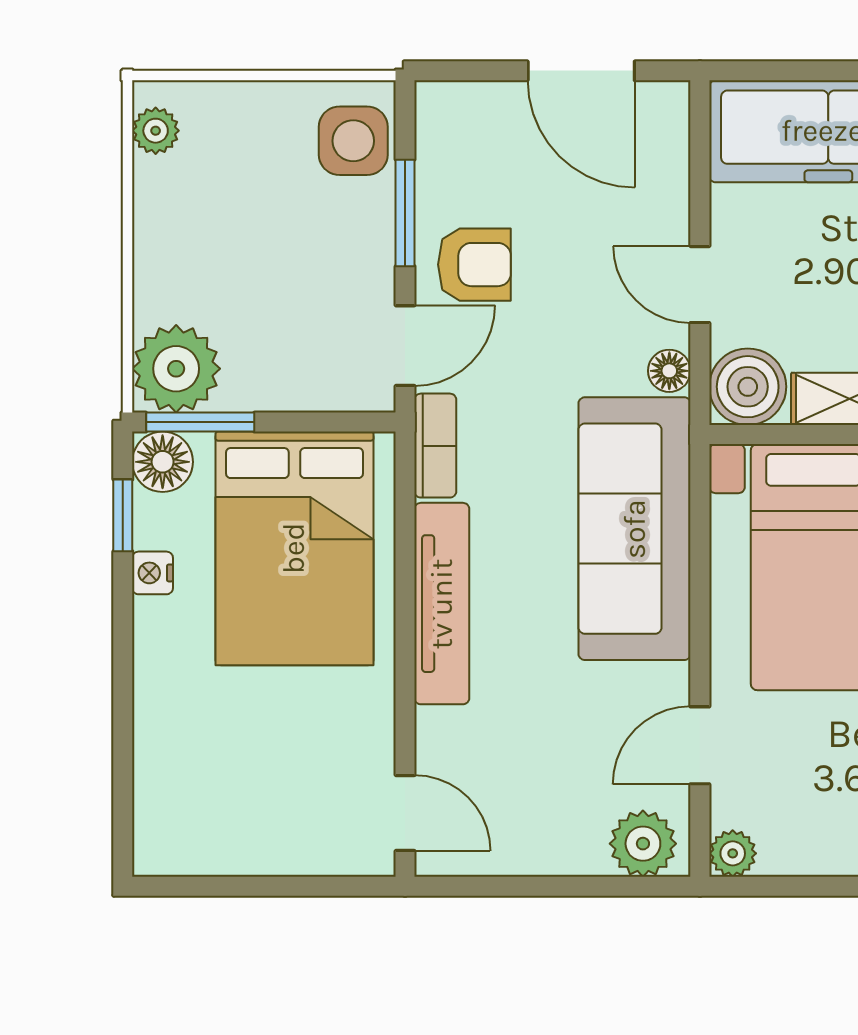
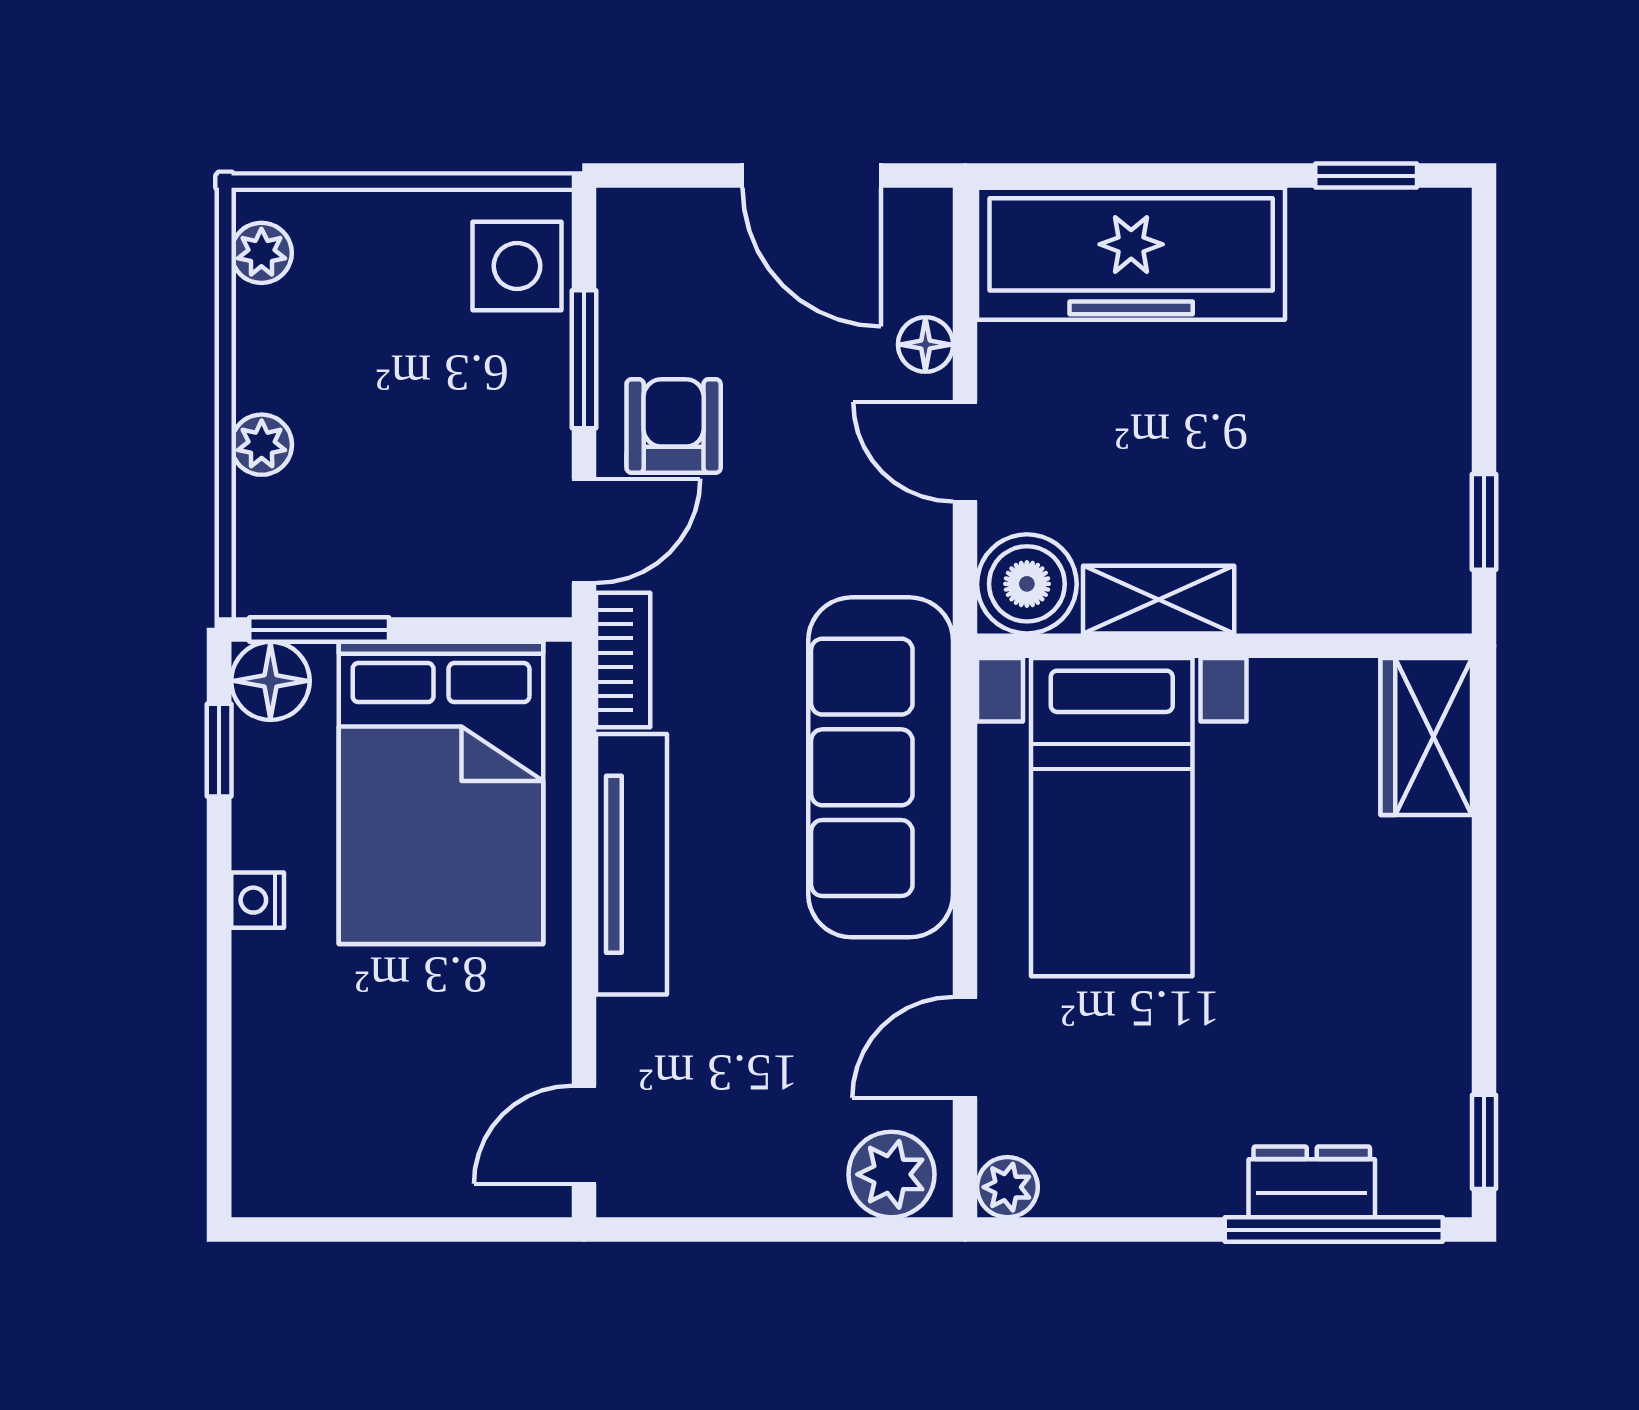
armchair: (474, 265) -> (674, 426), turned -90
plant: (176, 369) -> (262, 445), moved, width x0.53, depth x0.53
floor lamp: (669, 371) -> (925, 345), moved
nightstand: (153, 573) -> (258, 900), moved
door: (405, 813) -> (584, 1135), swing flipped

